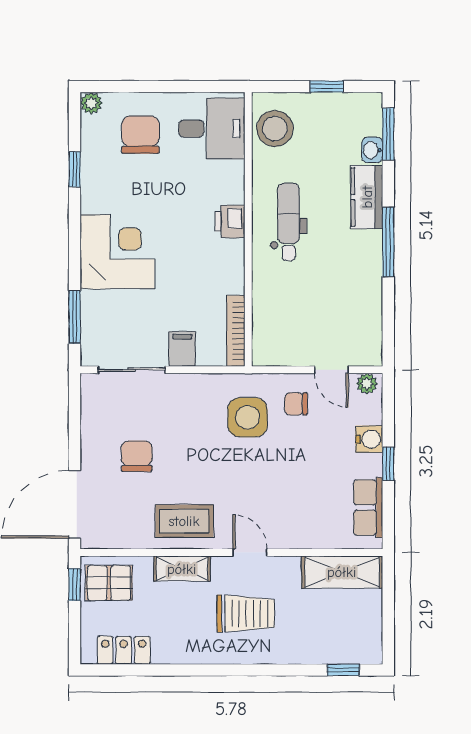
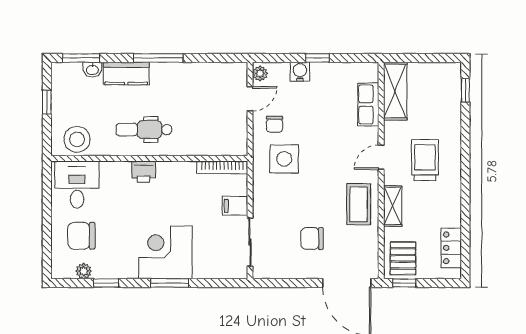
plant: (91, 103) -> (84, 271), moved
window: (75, 317) -> (170, 283), moved
row of seats: (368, 508) -> (368, 105), moved, turned 90

